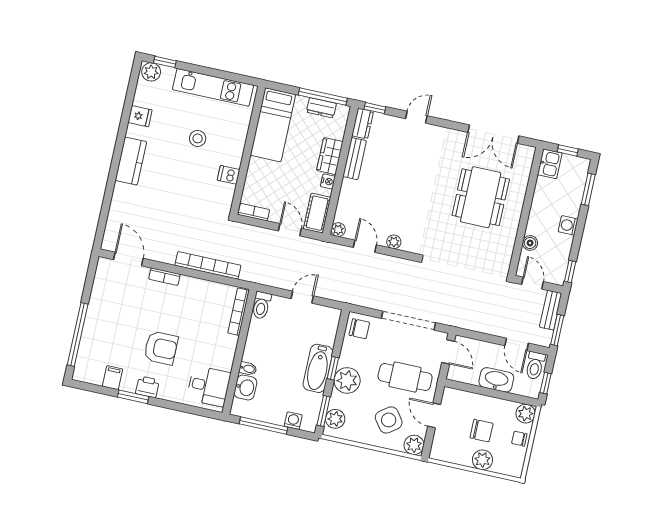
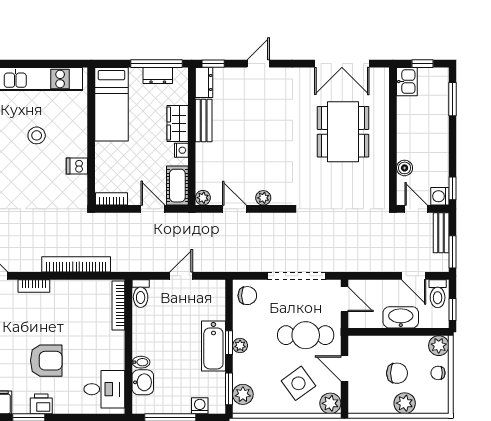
washing machine: (568, 225) -> (440, 196), moved
plant: (347, 380) -> (240, 346), width x0.53, depth x0.53

